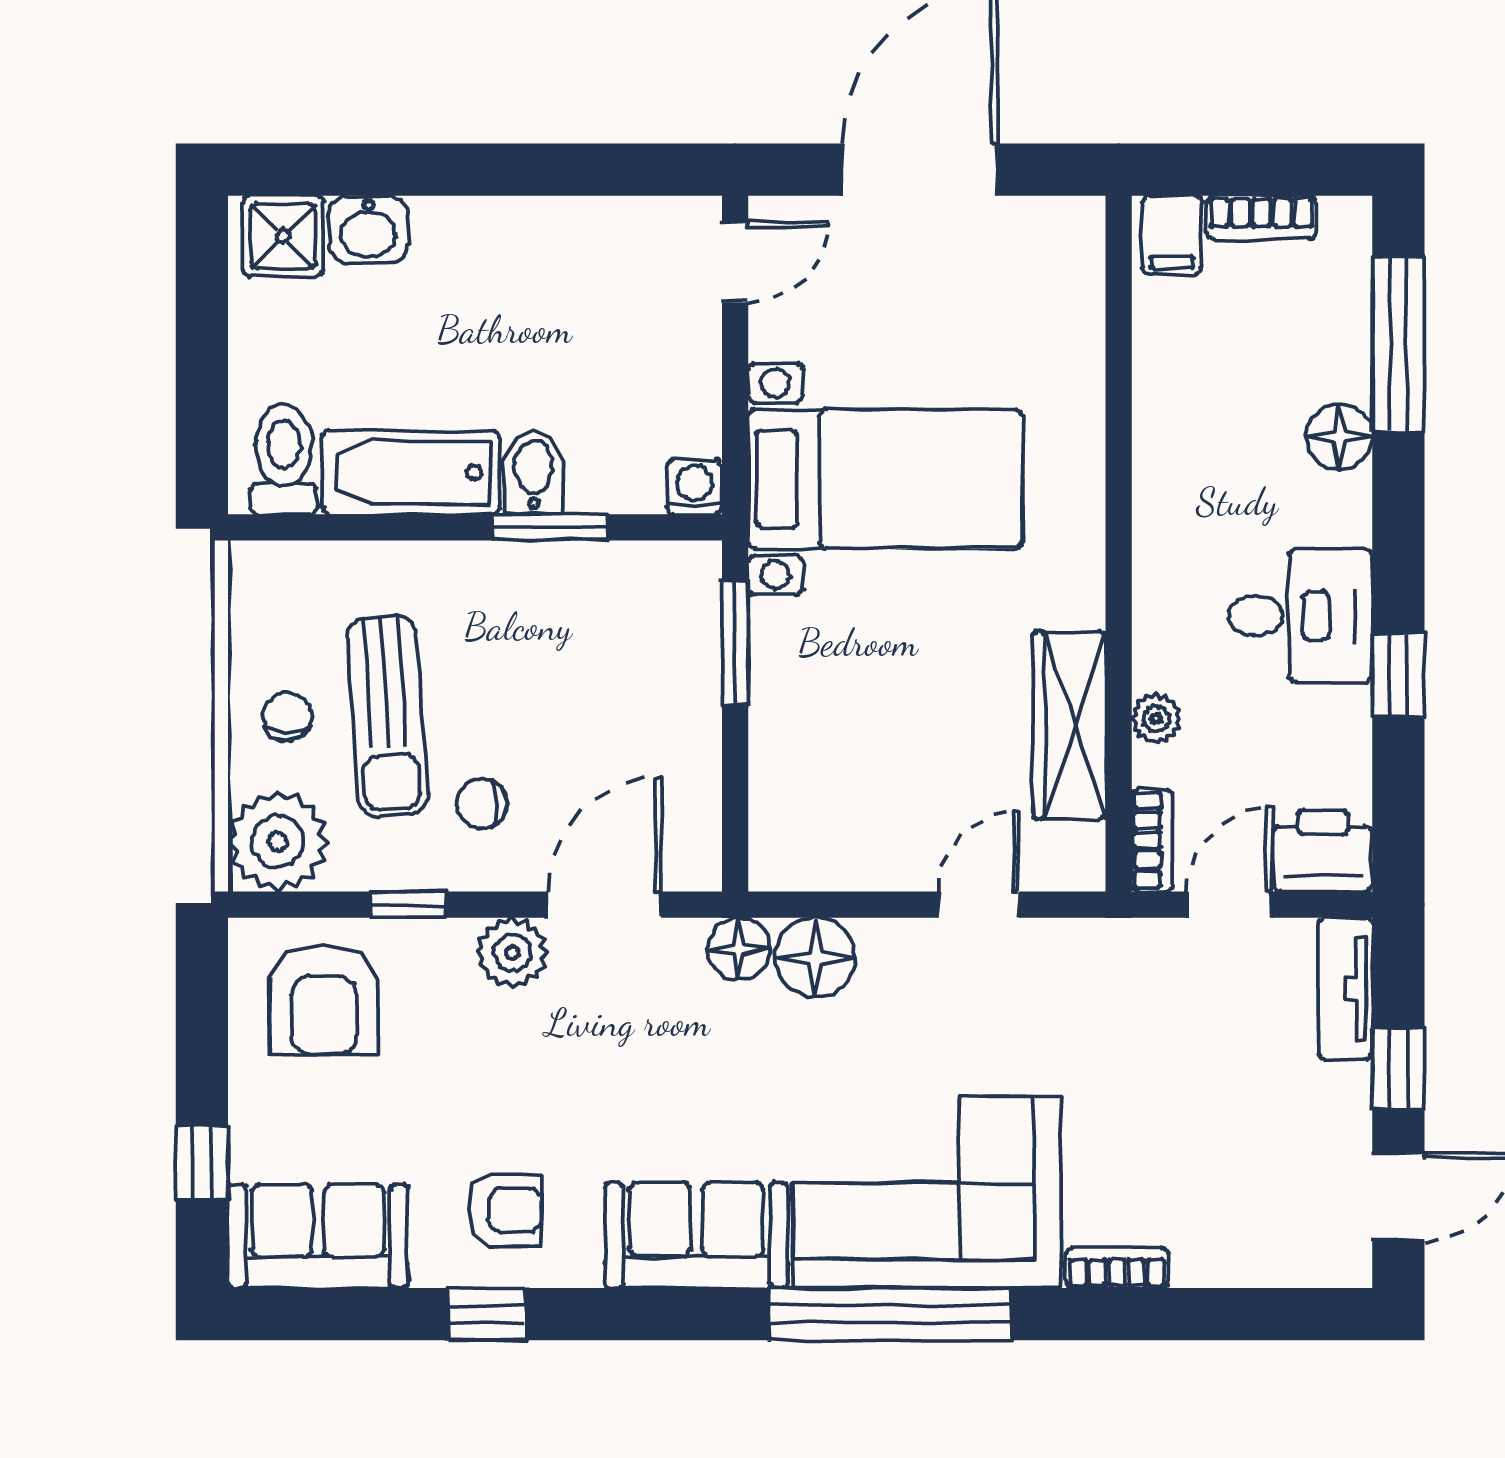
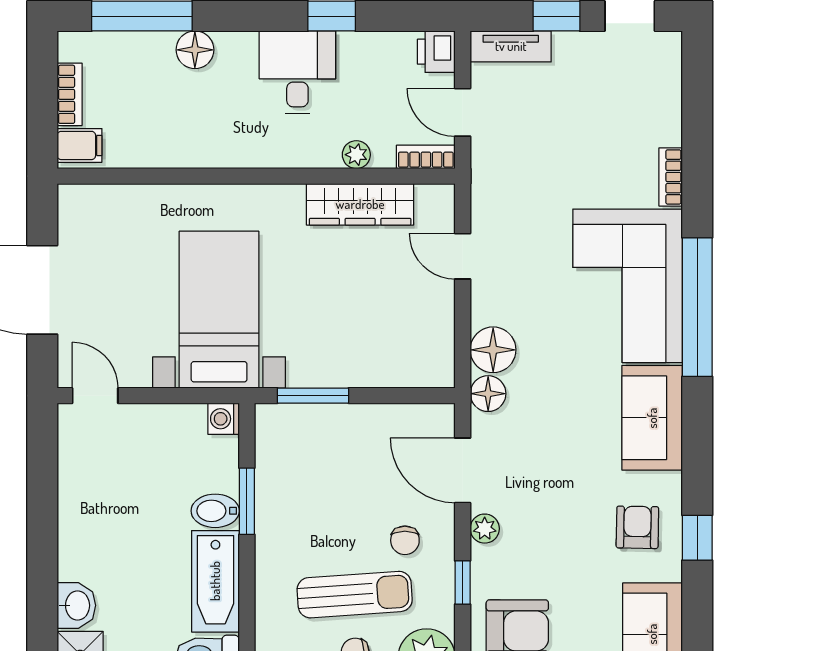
printer: (1323, 851) -> (436, 52), width x0.73, depth x0.81
plant: (512, 953) -> (485, 529), width x0.73, depth x0.73

